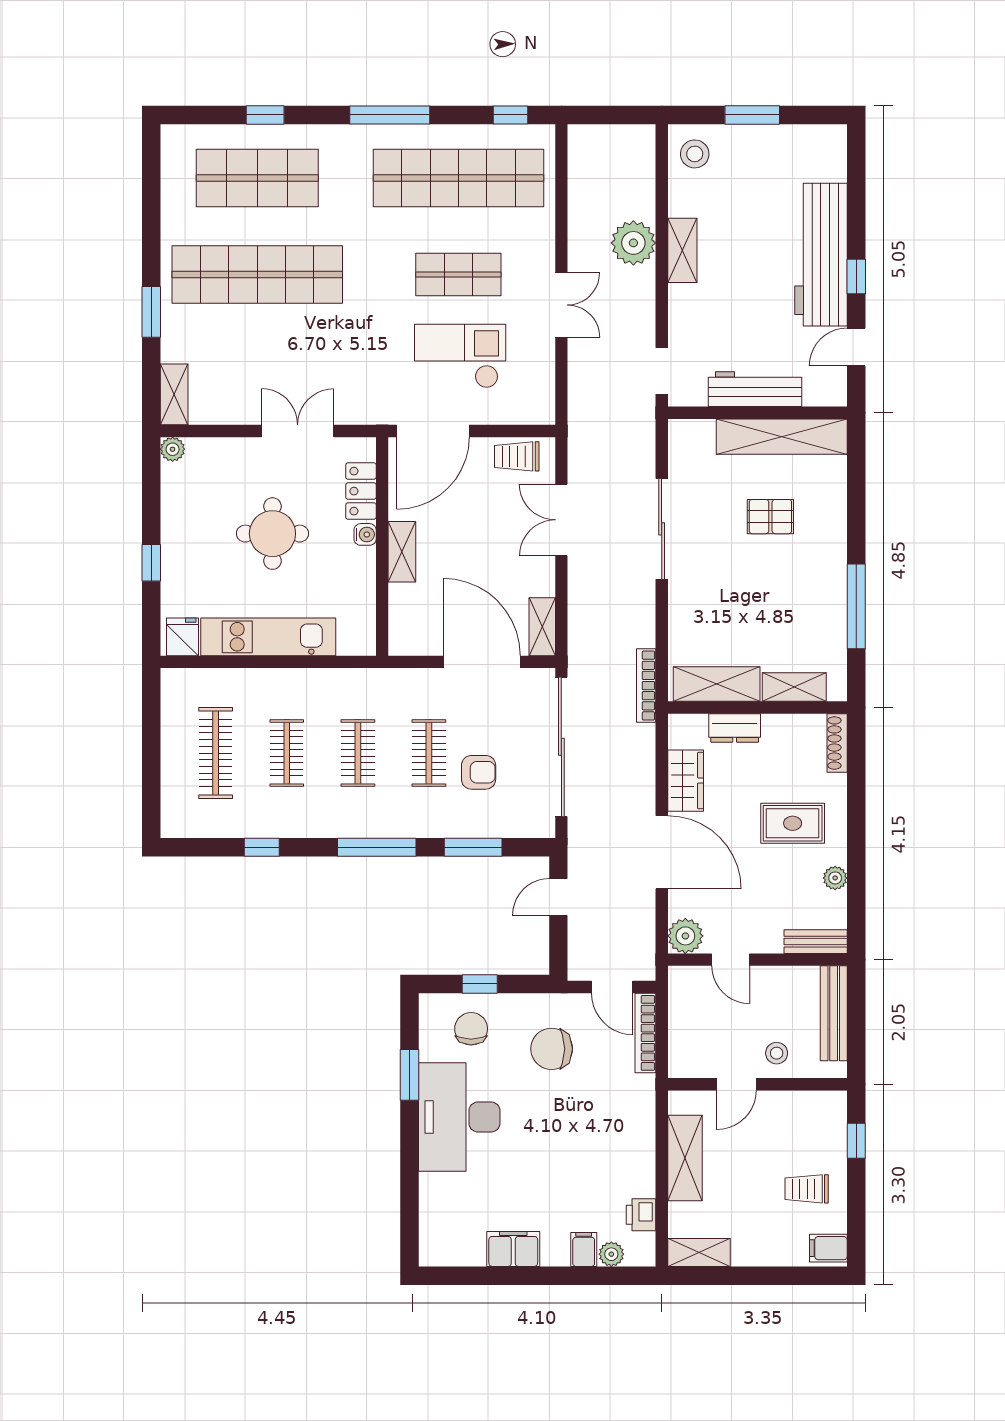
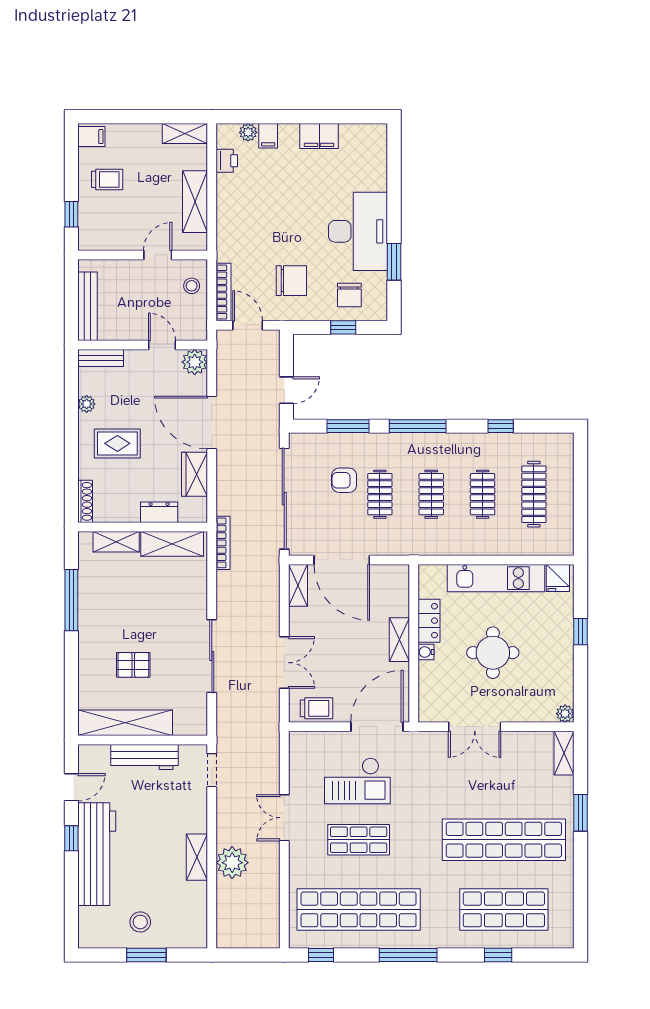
stool: (695, 154) -> (140, 922), moved
locker: (361, 491) -> (429, 621), moved
stool: (777, 1053) -> (192, 286), moved

